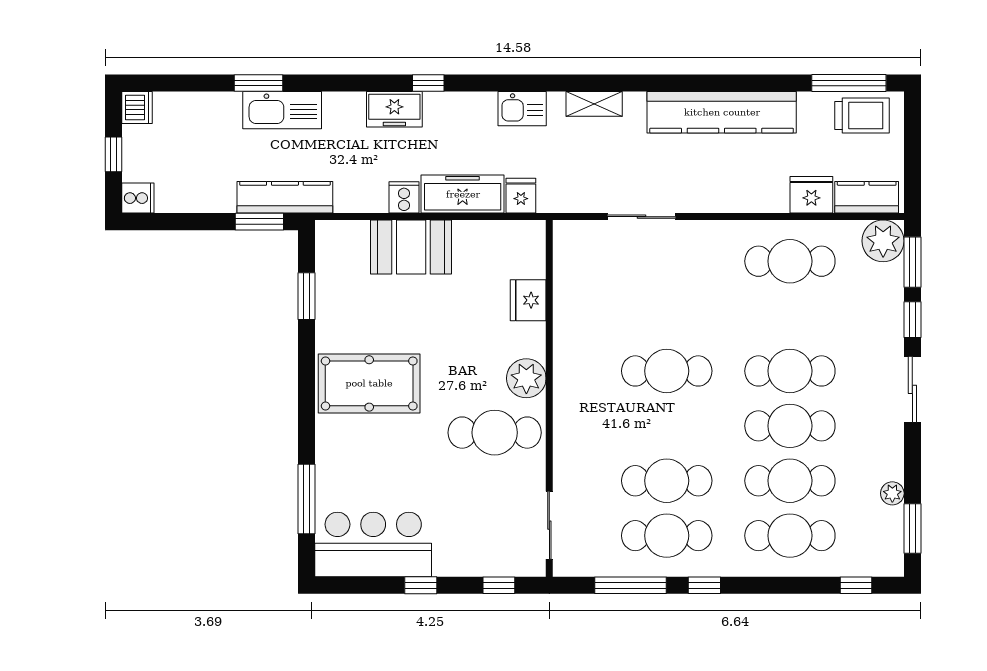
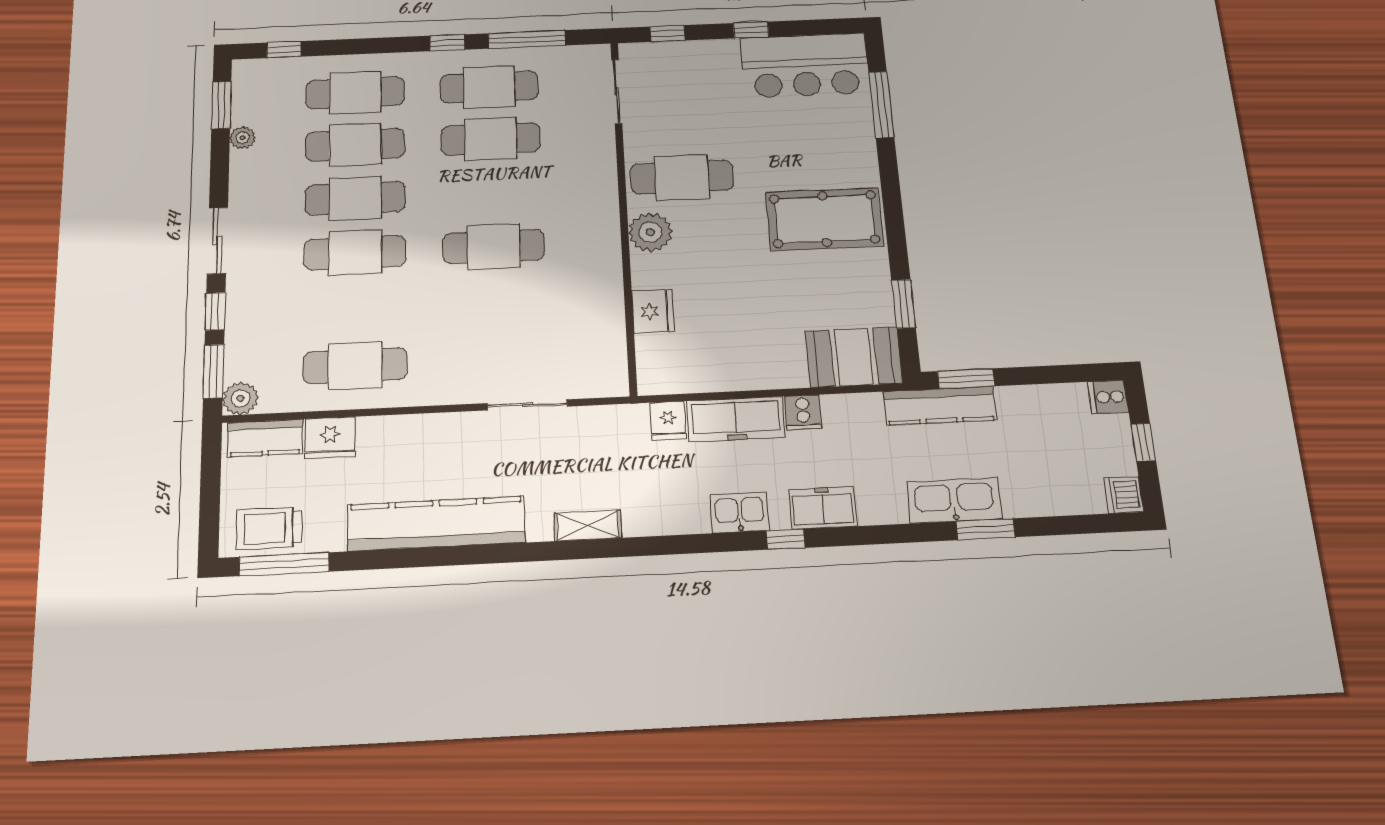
kitchen sink: (522, 109) -> (740, 513), moved
plant: (883, 241) -> (240, 398), width x0.73, depth x0.73
booth: (411, 247) -> (854, 357), moved

